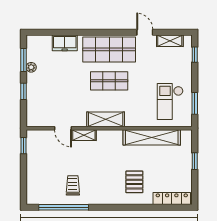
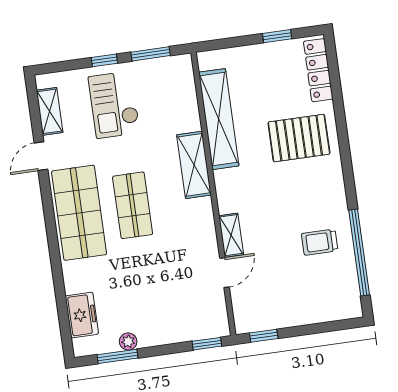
freezer: (65, 43) -> (82, 315), moved
window: (195, 55) -> (104, 60), moved
window: (24, 91) -> (207, 344), moved
checkout: (170, 101) -> (114, 105), moved, turned 90
shelving: (106, 119) -> (194, 165), moved
window: (195, 161) -> (277, 36), moved
pallet: (134, 182) -> (299, 138), width x1.50, depth x1.42

